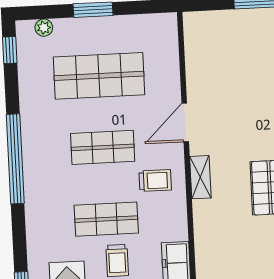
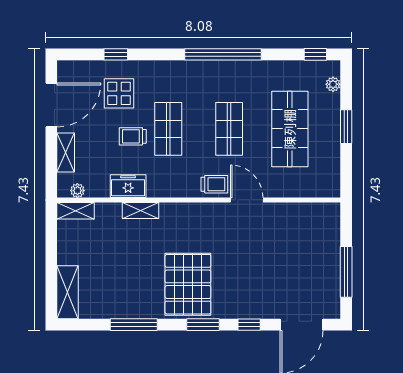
shelving: (200, 177) -> (141, 210), moved
trolley: (155, 181) -> (214, 184), moved, turned -90

